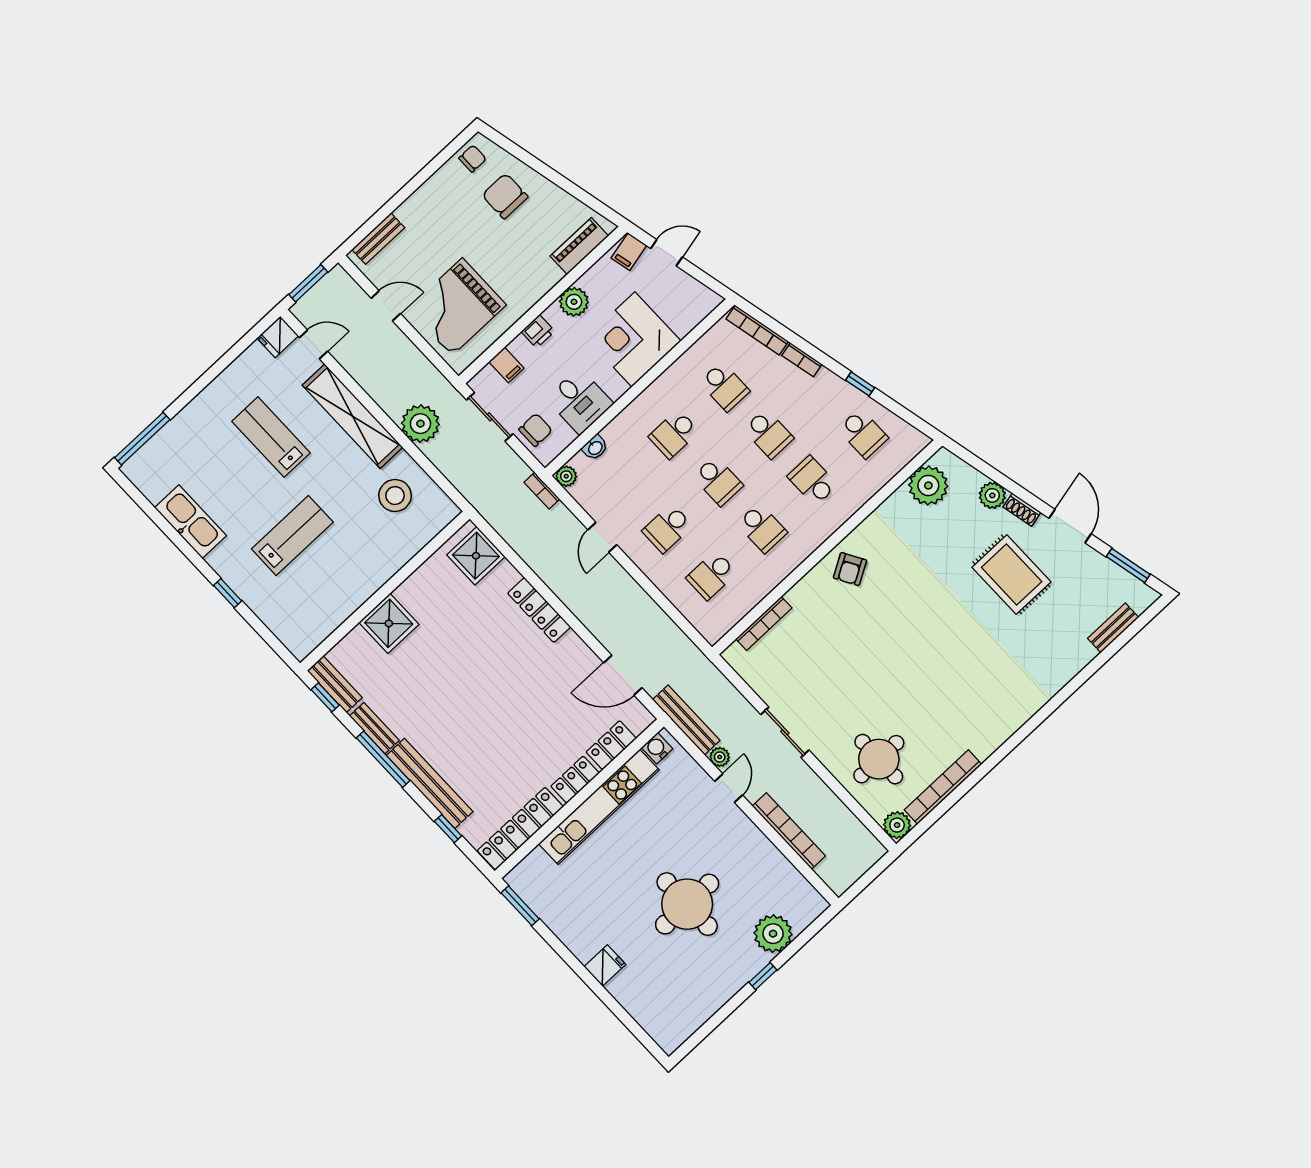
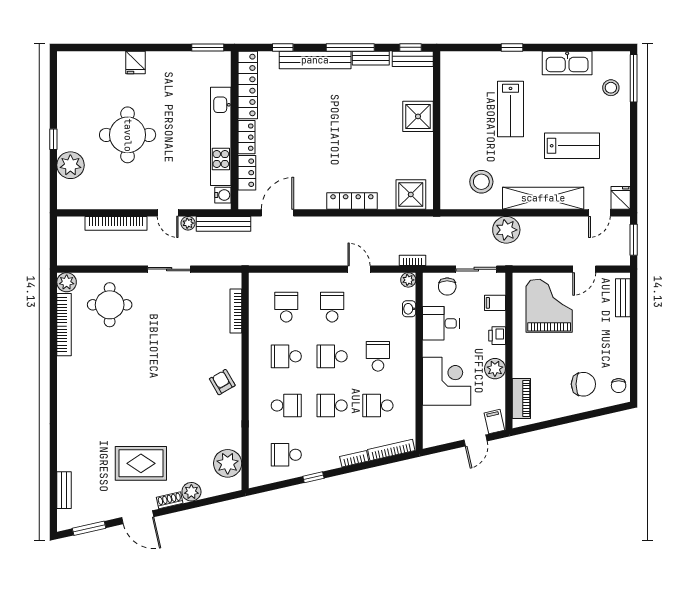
stool: (174, 453) -> (611, 88), added

